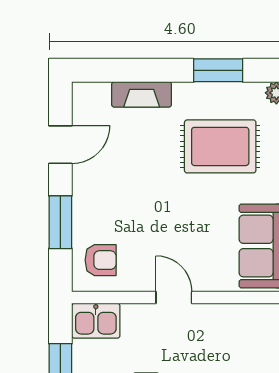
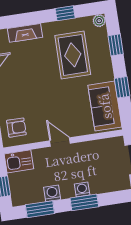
window: (218, 70) -> (65, 13), width x0.67
rug: (220, 146) -> (73, 55), turned 90

